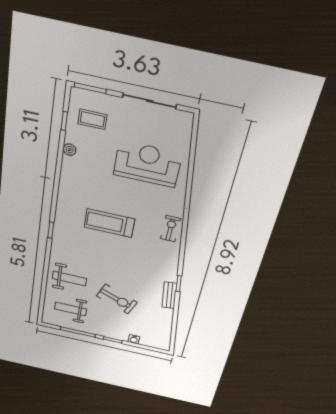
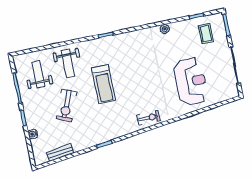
plant: (70, 150) -> (165, 29), moved
treadmill: (109, 223) -> (104, 84), moved, turned 180
bench: (169, 295) -> (60, 153), moved

